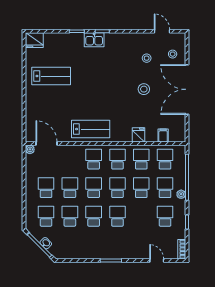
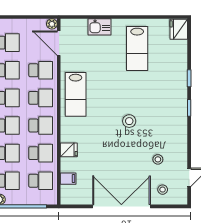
kitchen sink: (94, 40) -> (100, 27), moved, turned -90
stool: (144, 89) -> (129, 121), moved
door: (46, 143) -> (59, 43), swing flipped
school desk: (70, 159) -> (41, 70), added

